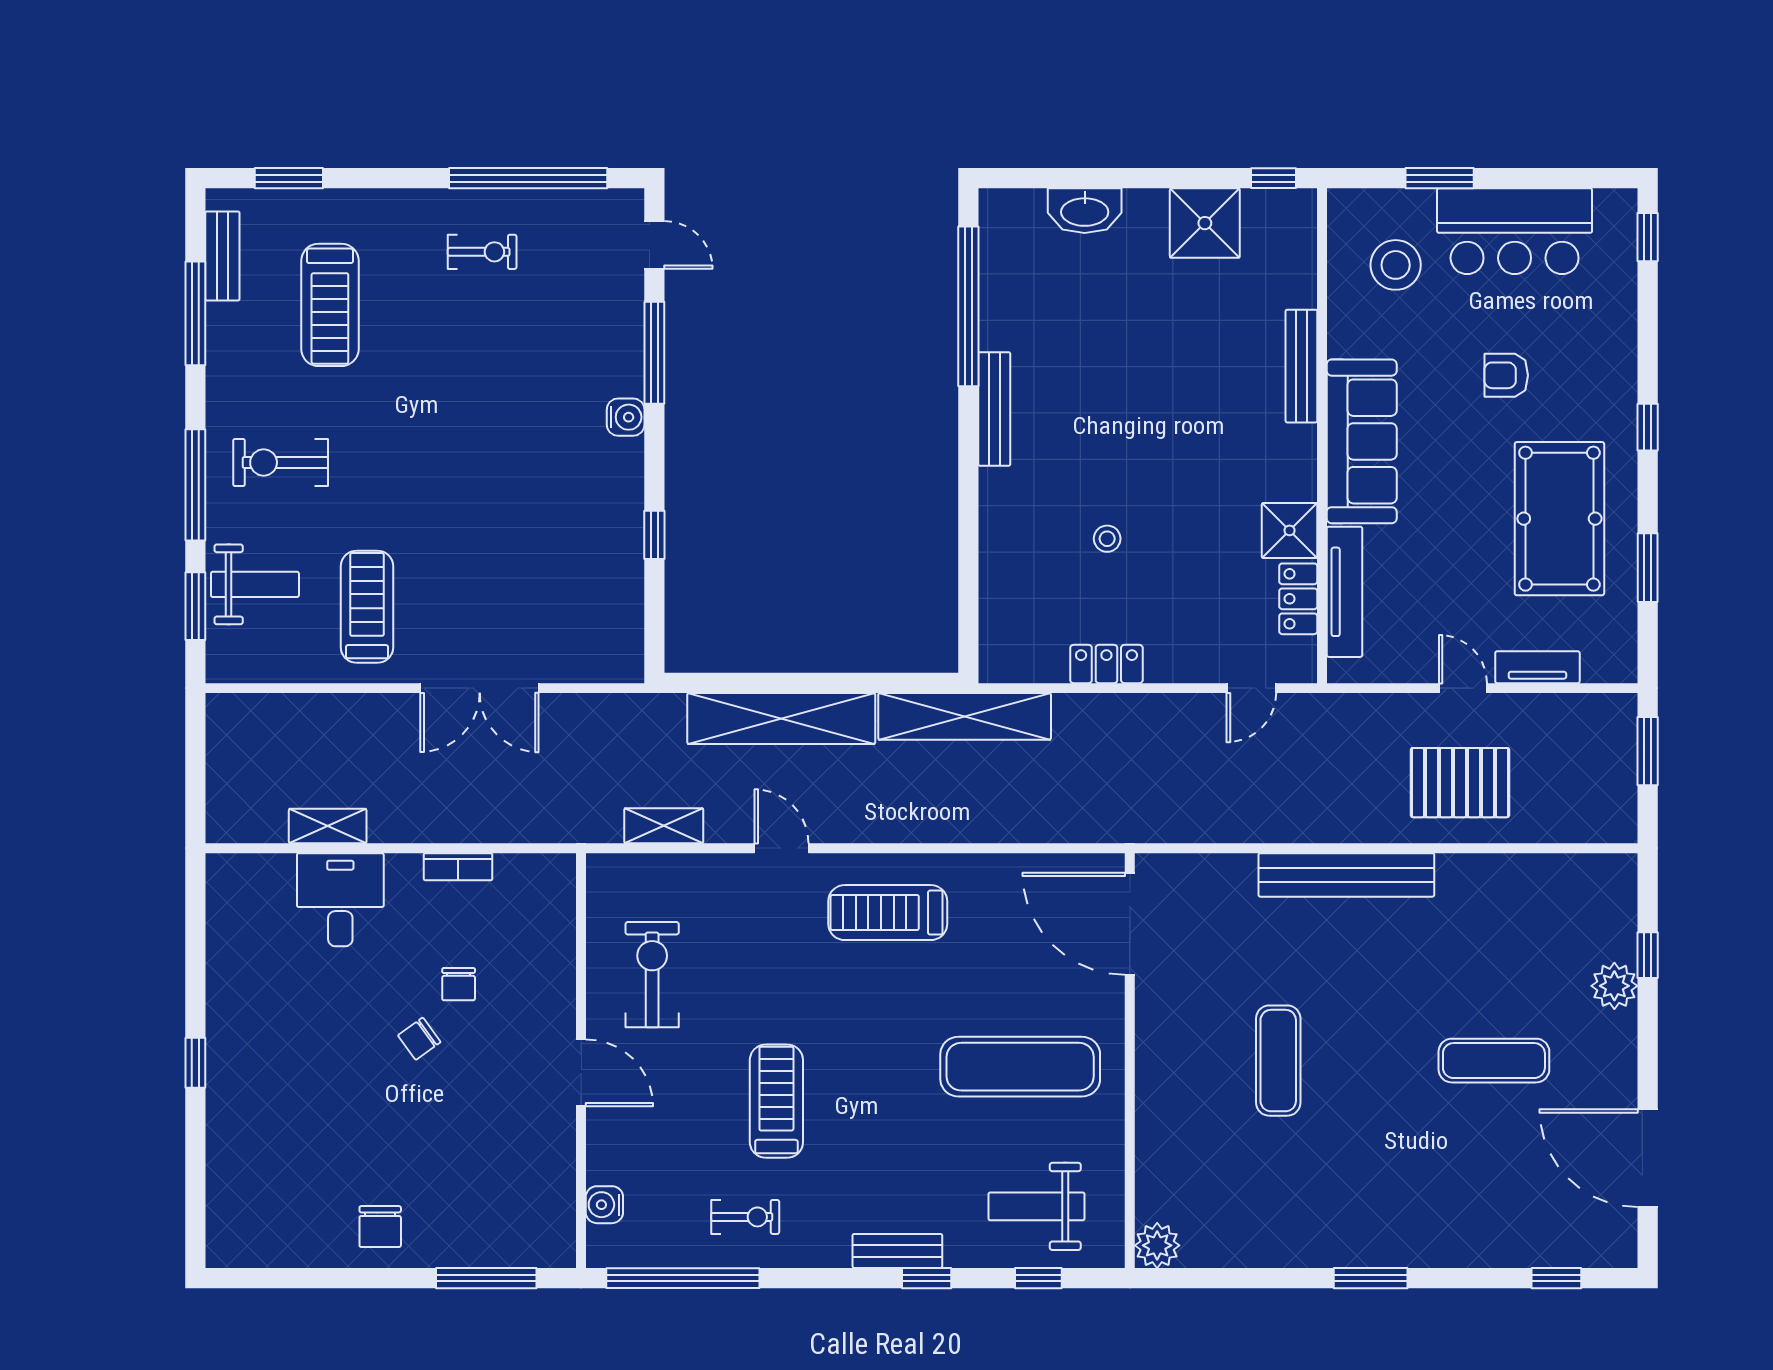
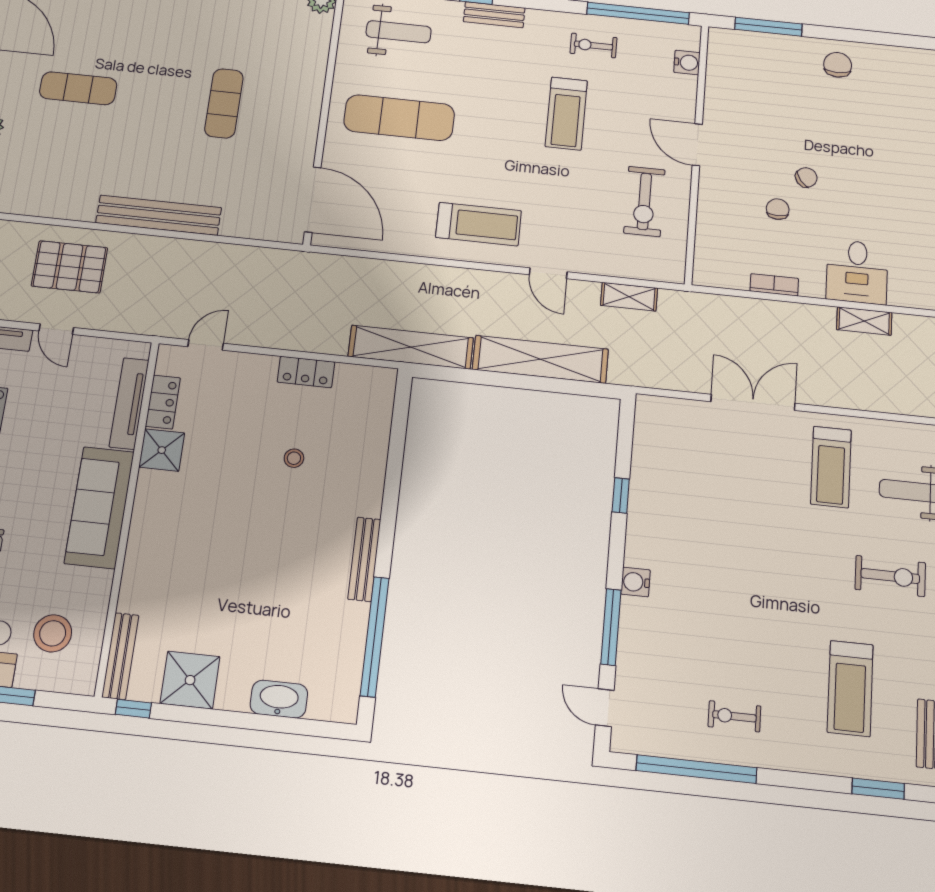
treadmill: (330, 305) -> (850, 688), turned 180
bench: (1301, 366) -> (120, 656), moved

